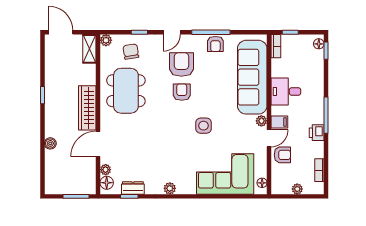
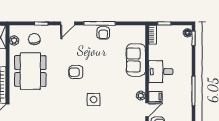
plant: (106, 40) -> (14, 41), moved
armchair: (181, 64) -> (76, 50), removed
sofa: (252, 77) -> (136, 60), width x0.54, depth x0.79
armchair: (182, 92) -> (76, 72), turned -90
printer: (317, 133) -> (186, 105), removed

